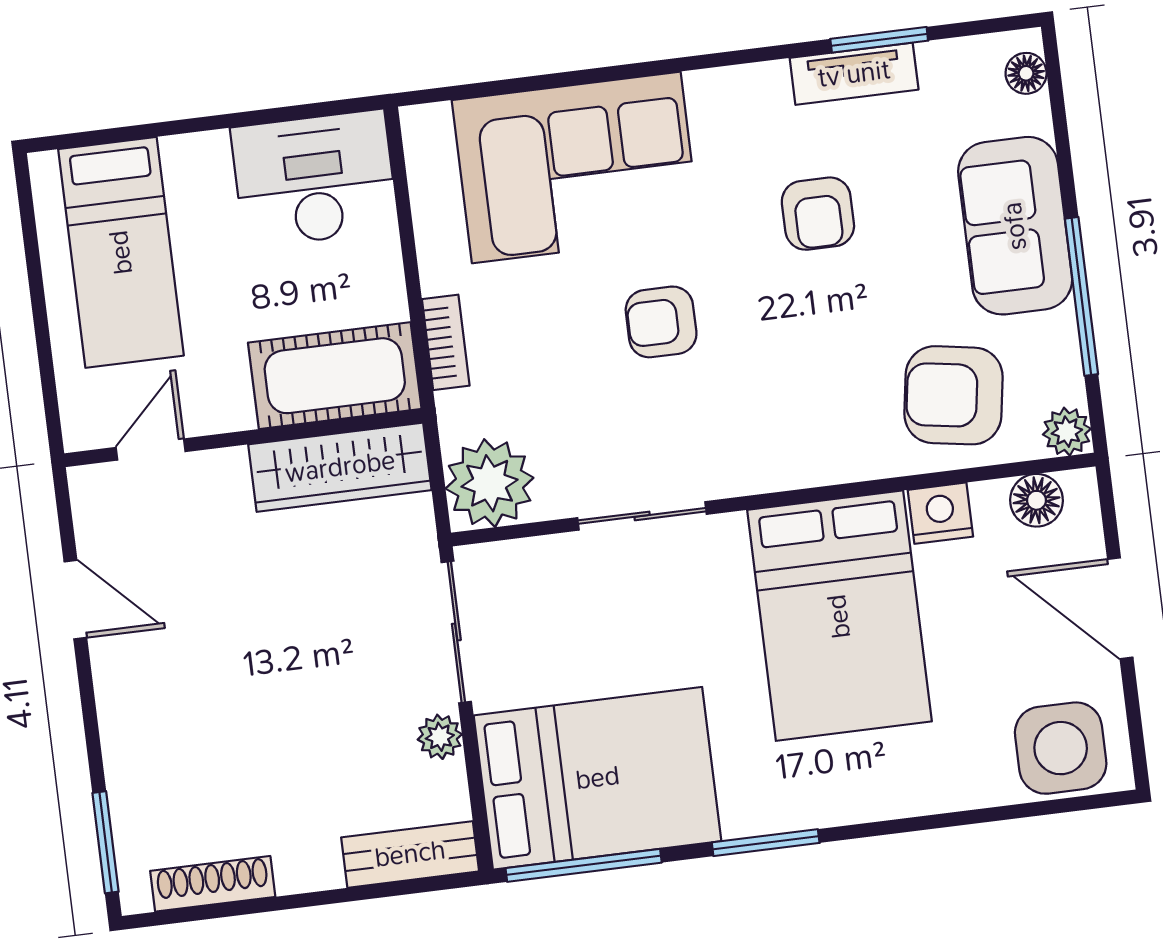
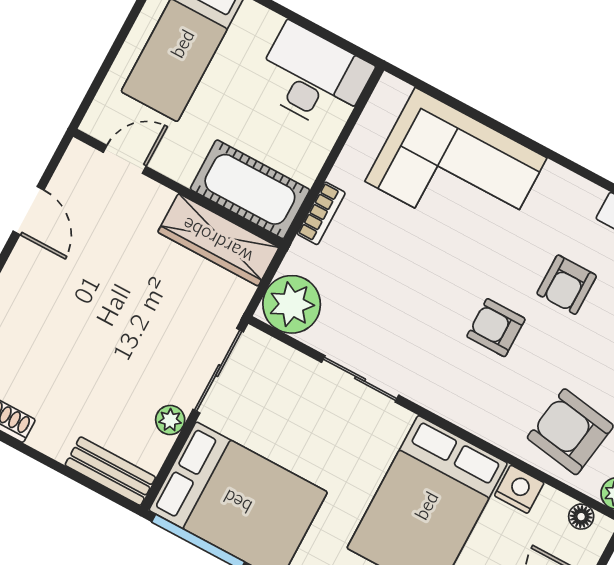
armchair: (661, 322) -> (496, 328), moved
floor lamp: (1036, 500) -> (581, 517), width x0.73, depth x0.73

